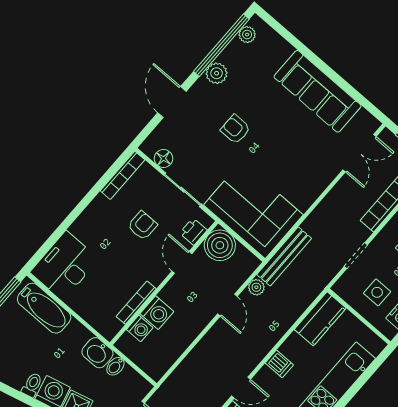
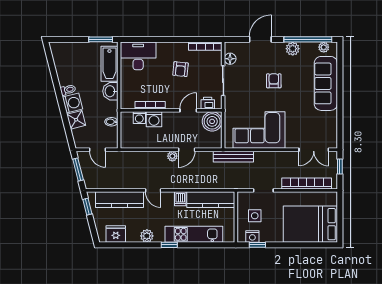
sofa: (318, 91) -> (326, 83), moved
corner sofa: (253, 210) -> (259, 130), moved, turned -90
armchair: (142, 225) -> (180, 69), moved, turned 96
plant: (256, 287) -> (172, 156), moved
kitchen counter: (320, 319) -> (211, 200), width x1.50
washbasin: (97, 353) -> (110, 91), moved

